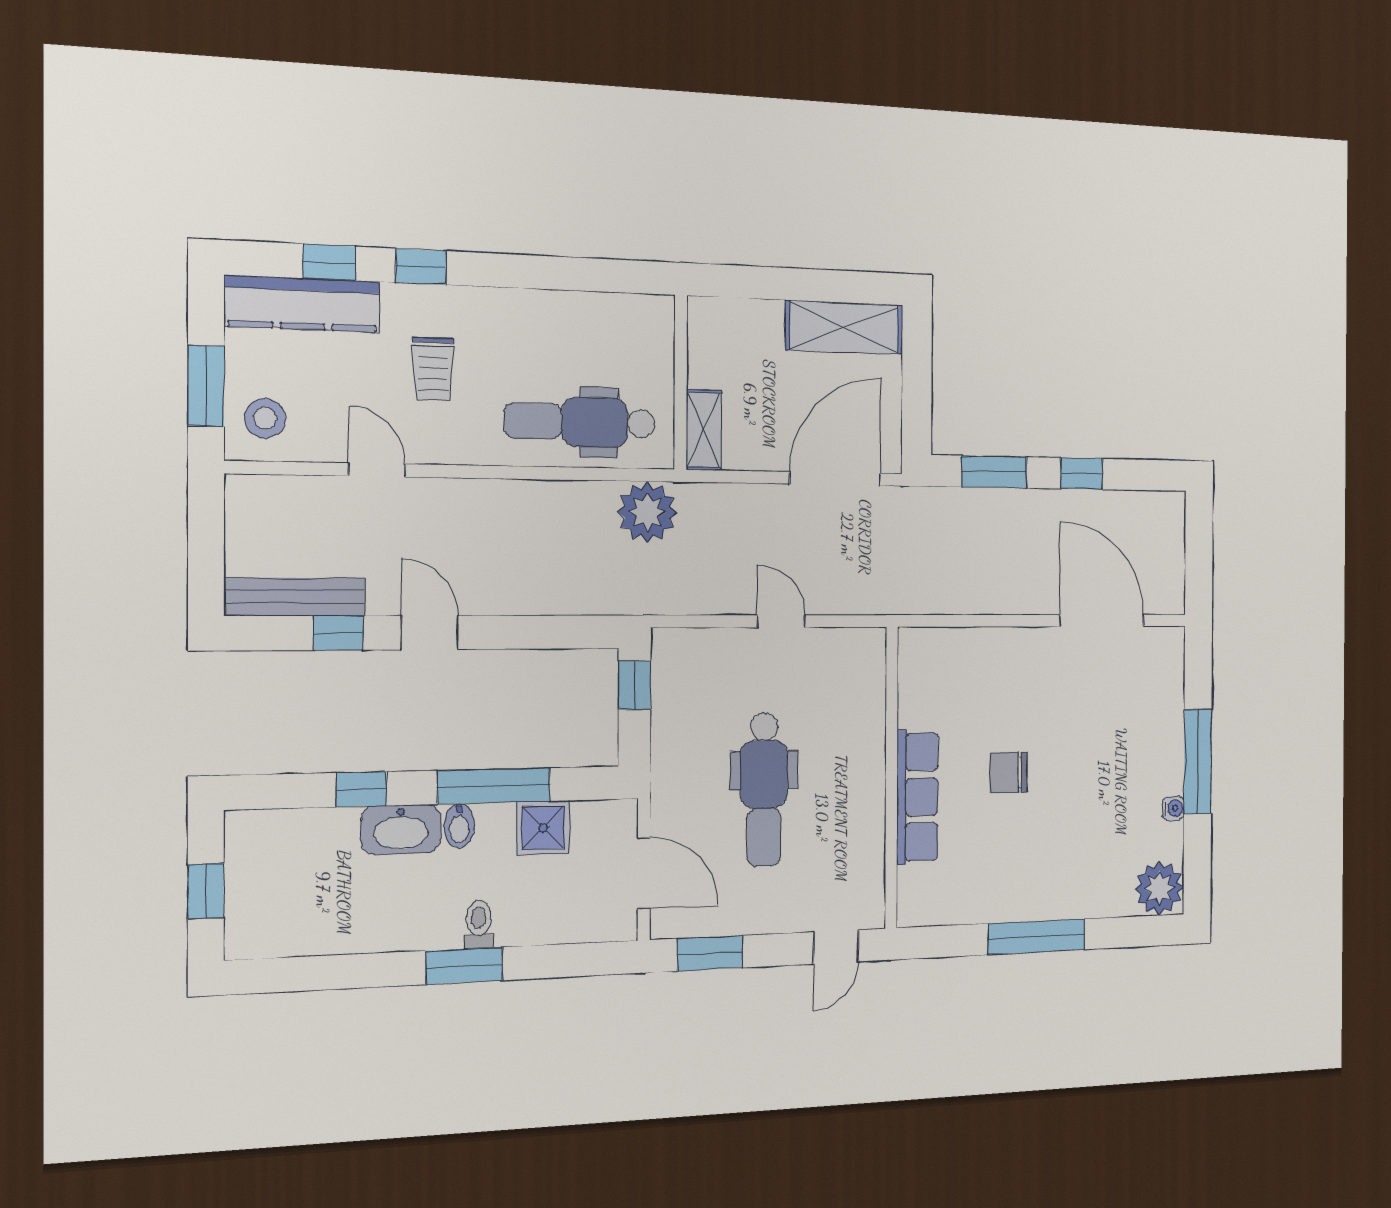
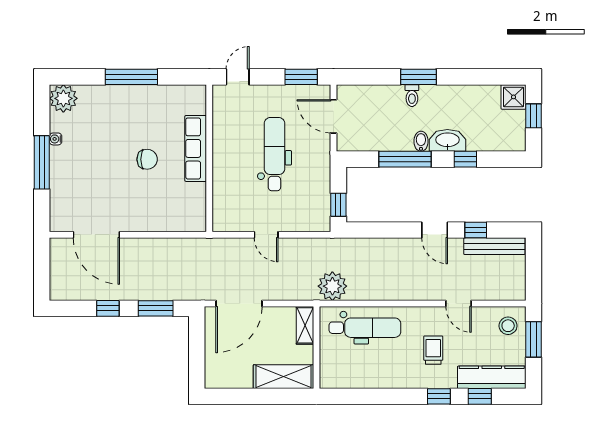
shelving: (844, 327) -> (283, 377), moved
shower: (543, 828) -> (513, 97), moved

